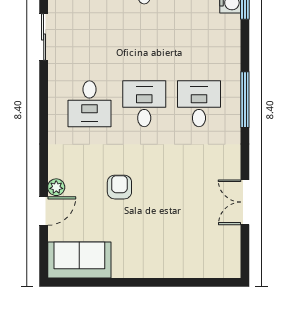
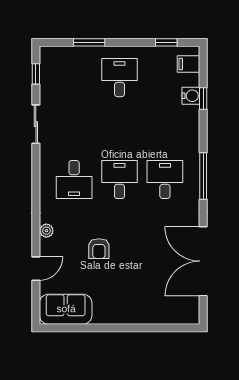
plant: (56, 187) -> (46, 231), moved
armchair: (119, 187) -> (99, 249), turned 180
double door: (245, 202) -> (203, 261), width x1.87

